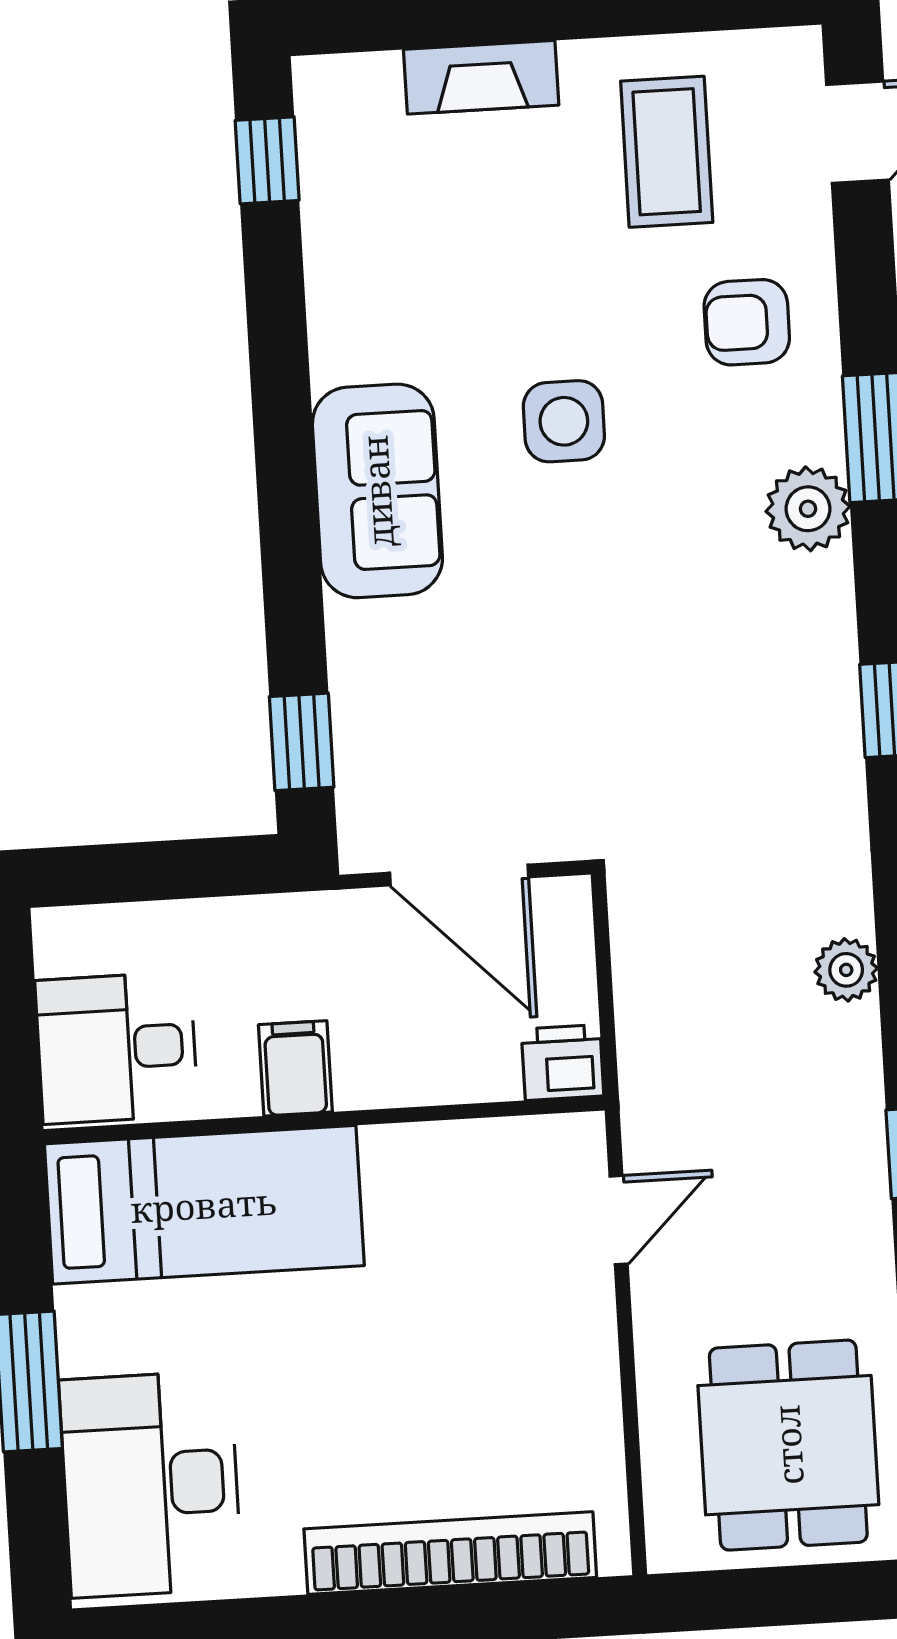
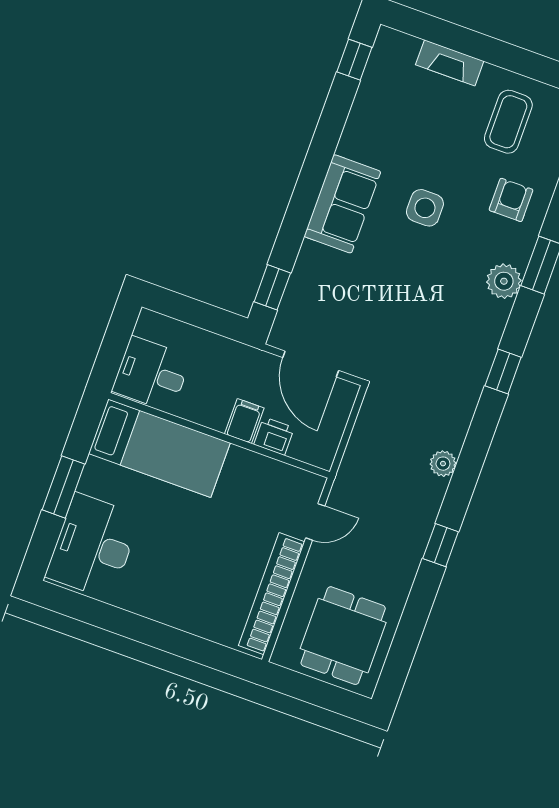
armchair: (747, 322) -> (511, 200), turned 90
printer: (563, 1062) -> (274, 436), moved
filing cabinet: (295, 1068) -> (244, 421), moved
bookcase: (450, 1553) -> (272, 594), moved, turned -90

